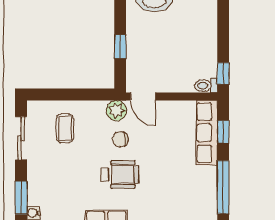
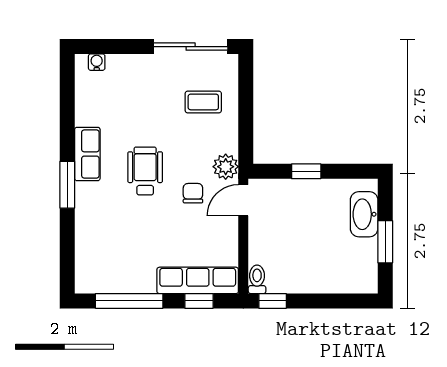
sliding door: (21, 138) -> (191, 47), width x1.37
chair: (121, 139) -> (193, 193), moved
wheelchair: (120, 174) -> (145, 171), turned 180
window: (21, 198) -> (116, 47), removed

